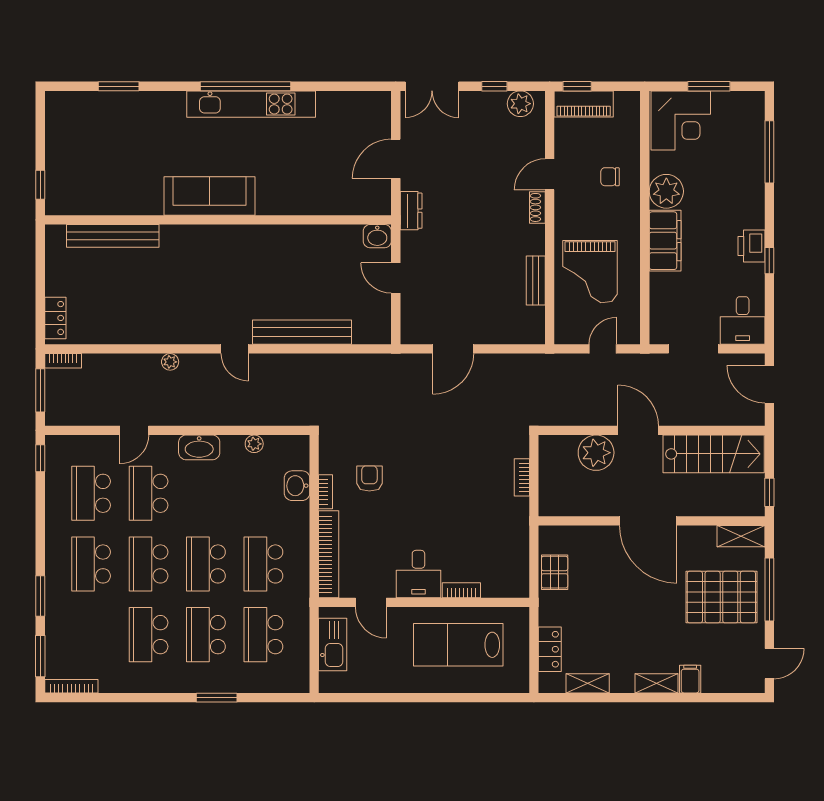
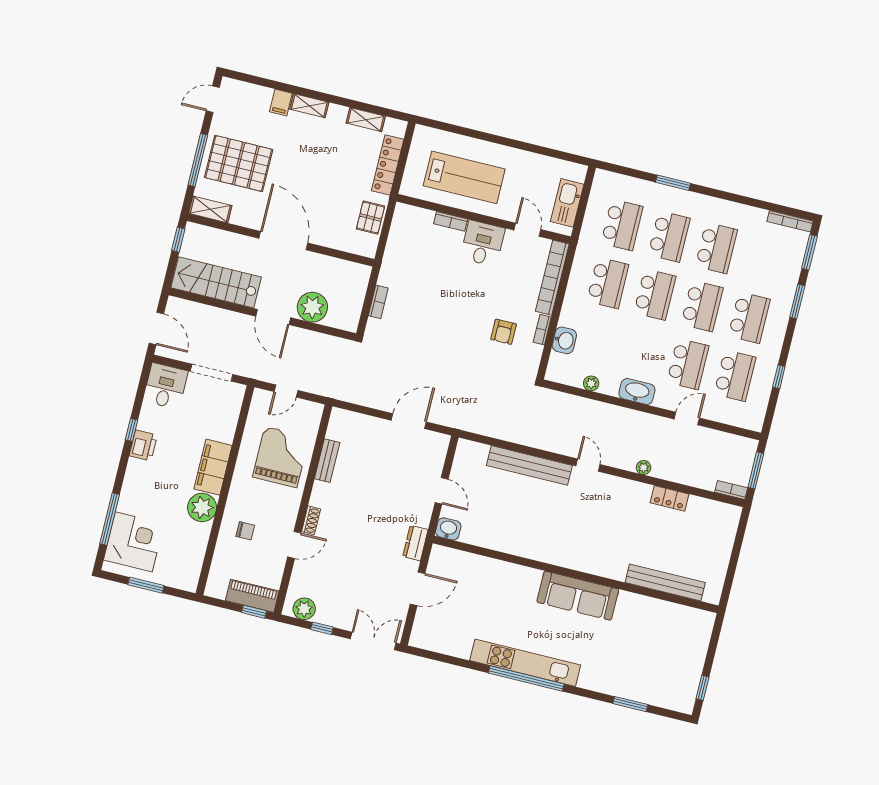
corner desk: (681, 120) -> (134, 542), moved, turned 90
window: (40, 185) -> (702, 688), moved
locker: (55, 318) -> (670, 498), moved, turned -90
window: (40, 458) -> (779, 377), moved
locker: (550, 649) -> (388, 165), width x1.53

